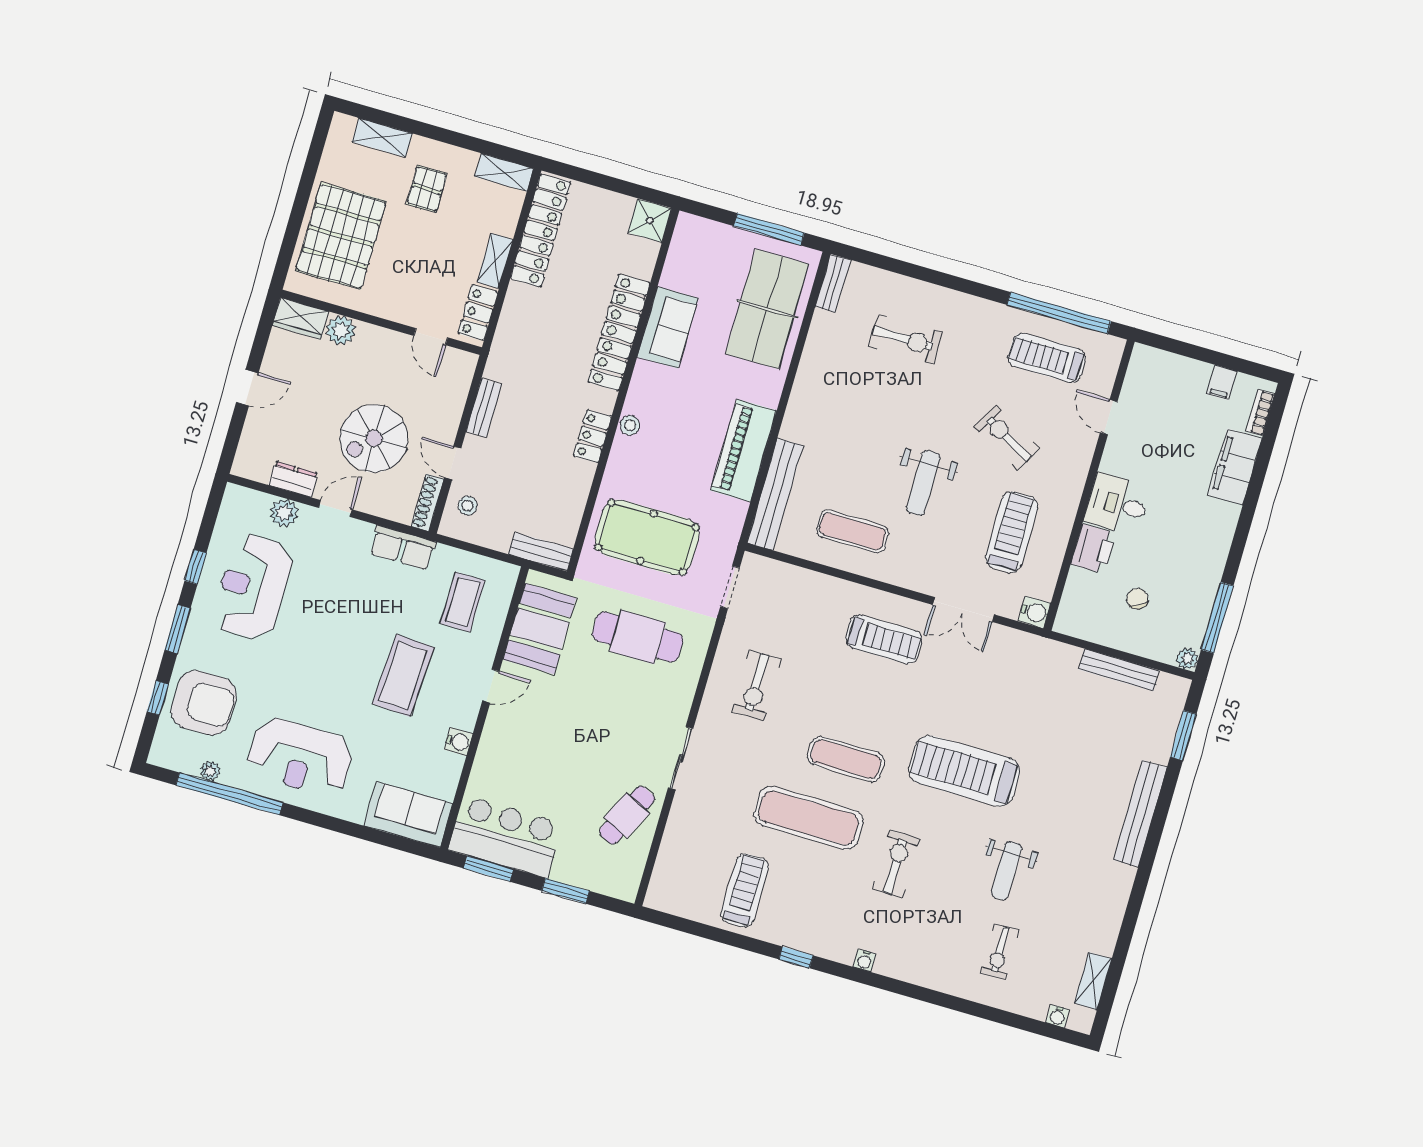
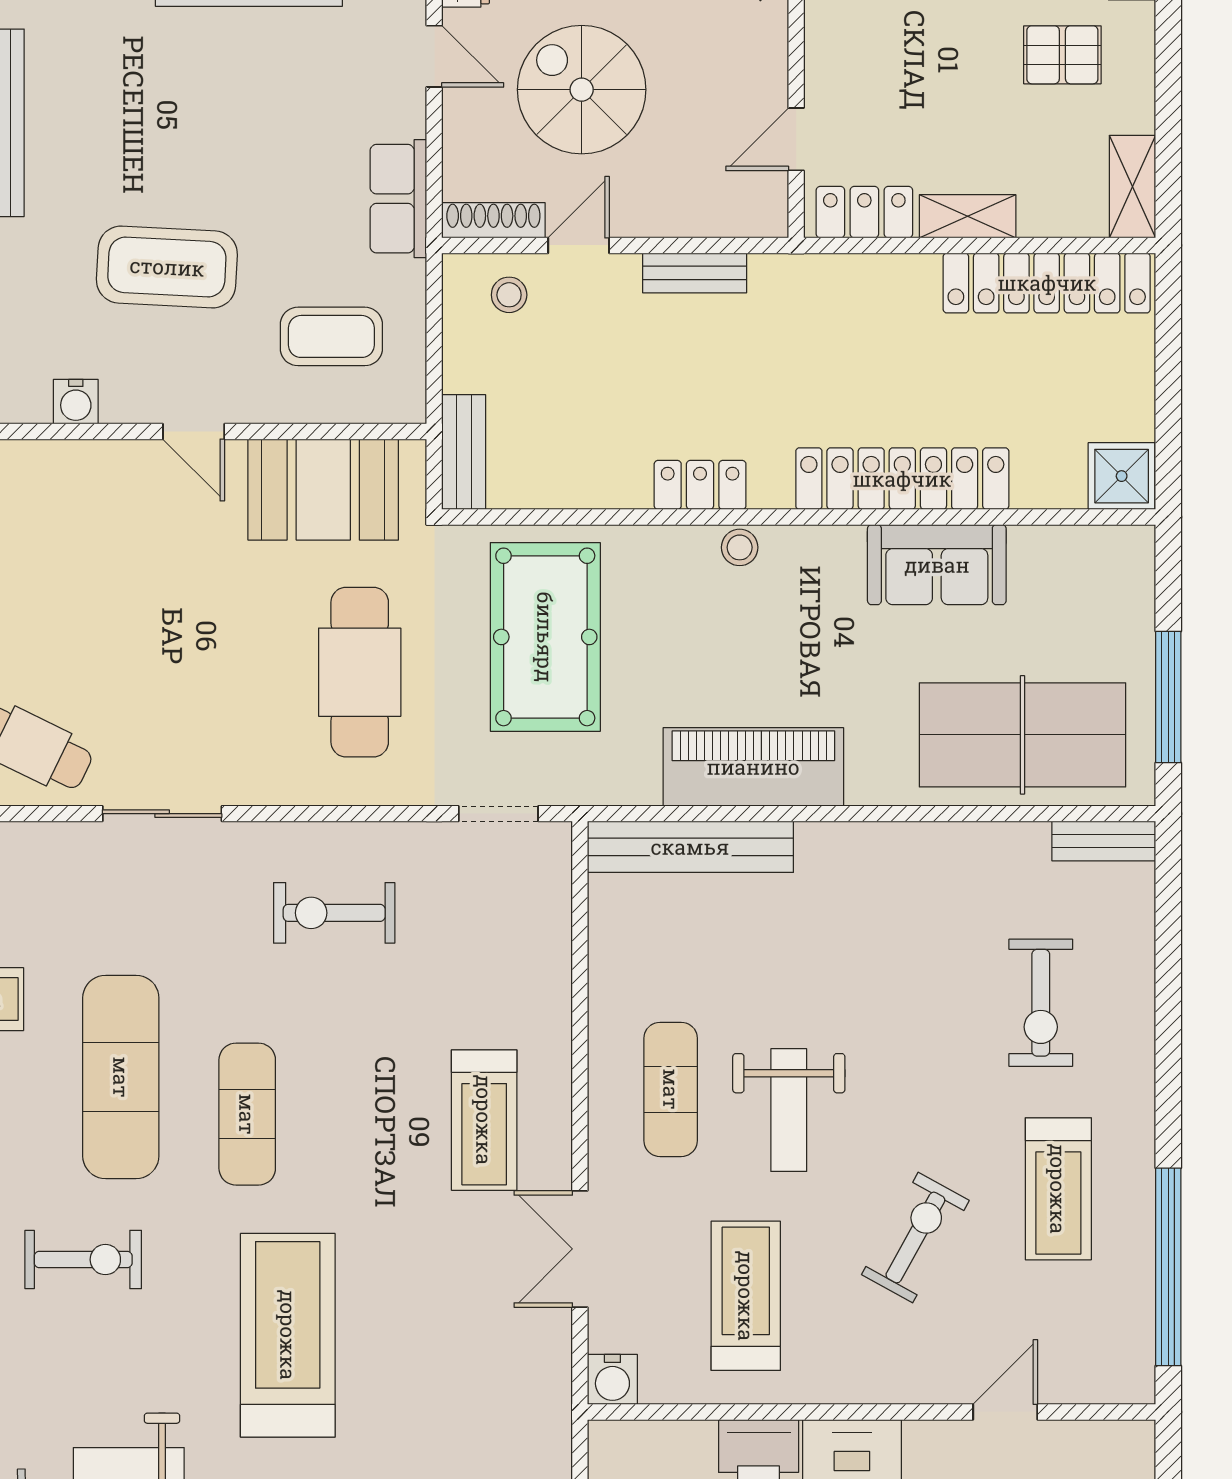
treadmill: (1047, 358) -> (1058, 1189), moved, turned 180
weight bench: (923, 483) -> (789, 1110), turned -90
exercise mat: (853, 531) -> (671, 1089), moved
treadmill: (1012, 532) -> (746, 1296), turned -90

